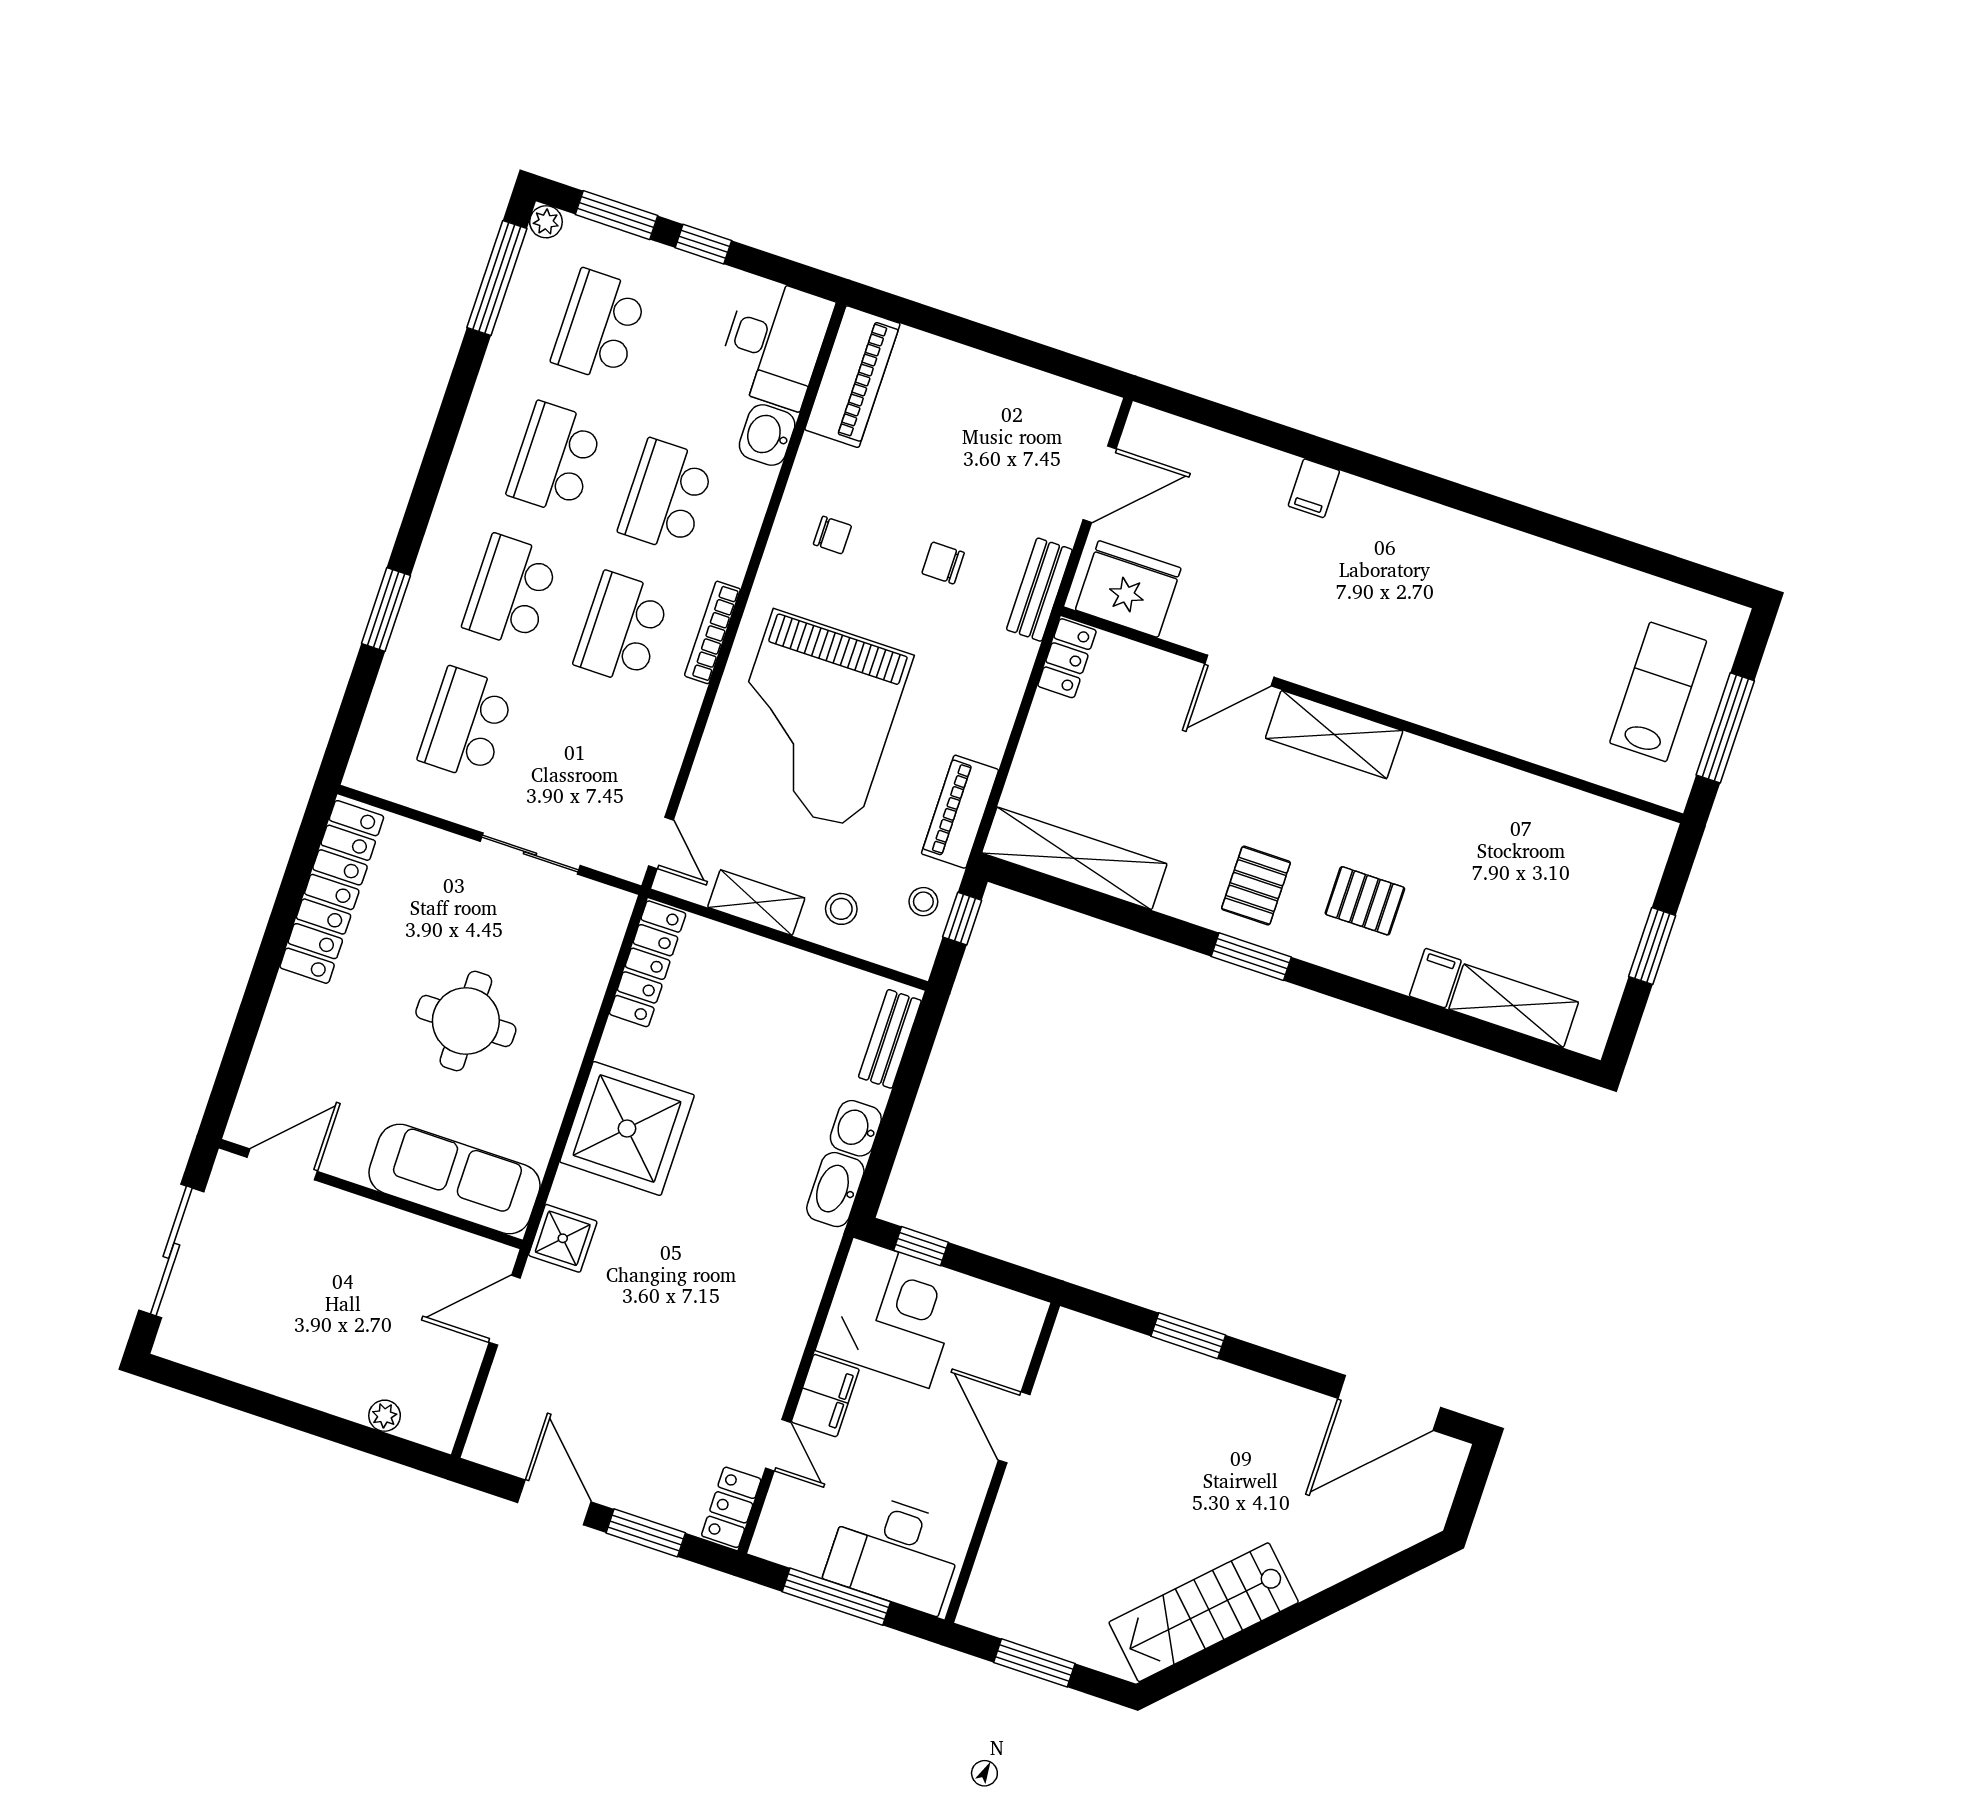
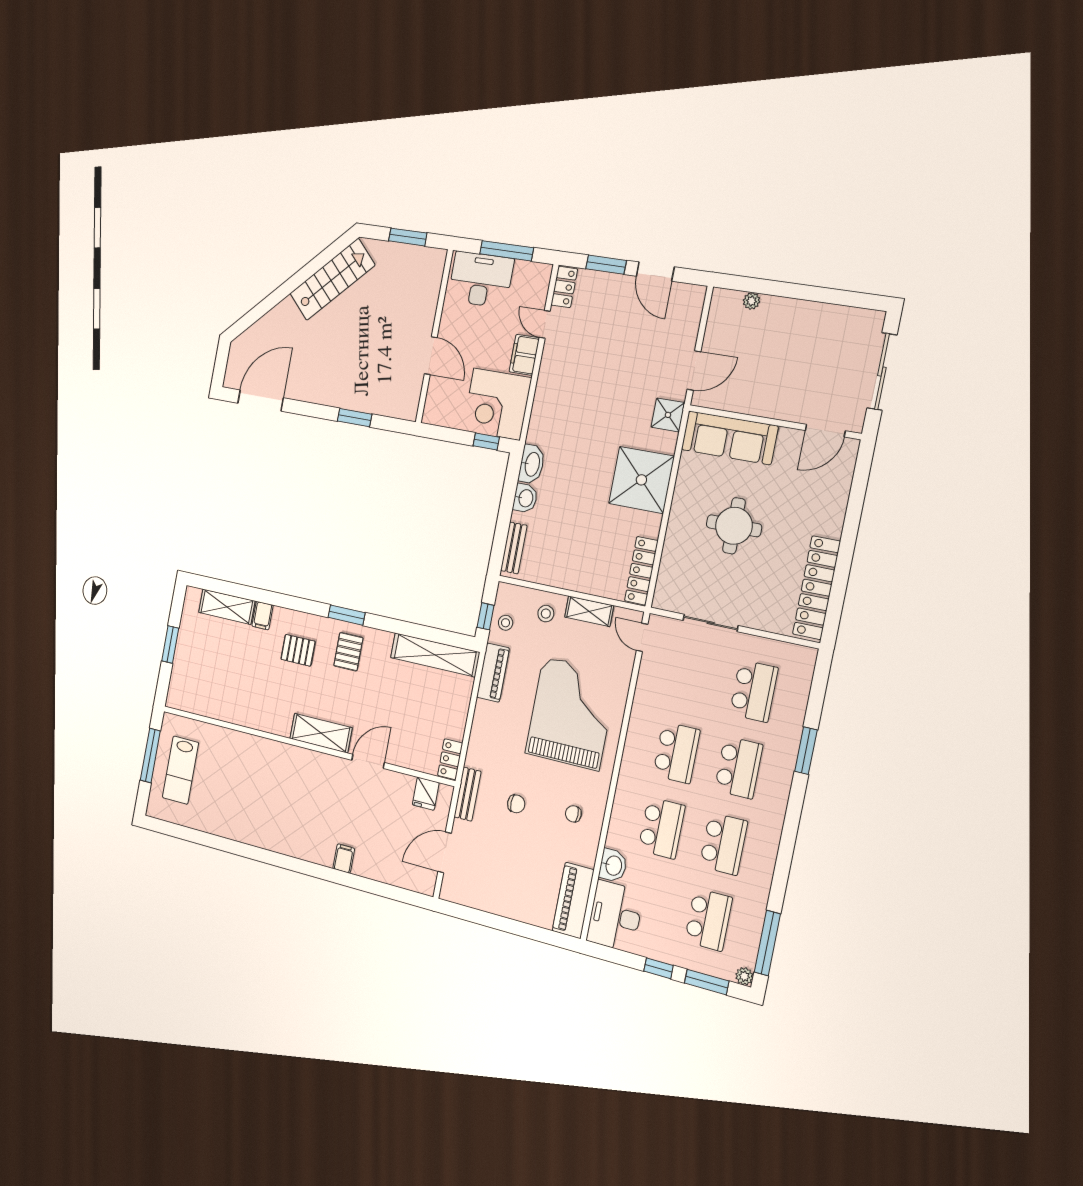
fridge: (1128, 589) -> (426, 794), width x0.53, depth x0.75
bookcase: (712, 632) -> (629, 755), removed

